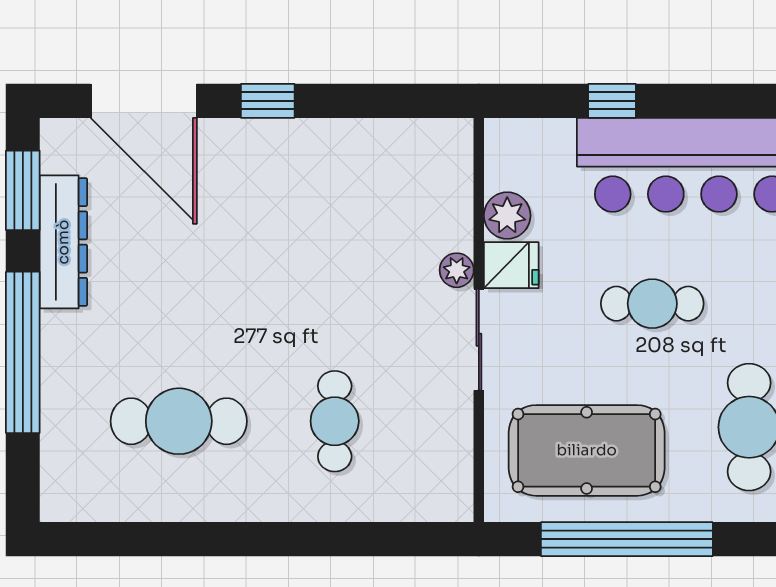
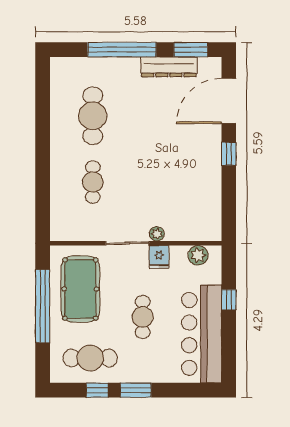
plant: (507, 216) -> (198, 255), moved
cafe table: (335, 421) -> (93, 182), turned 90

